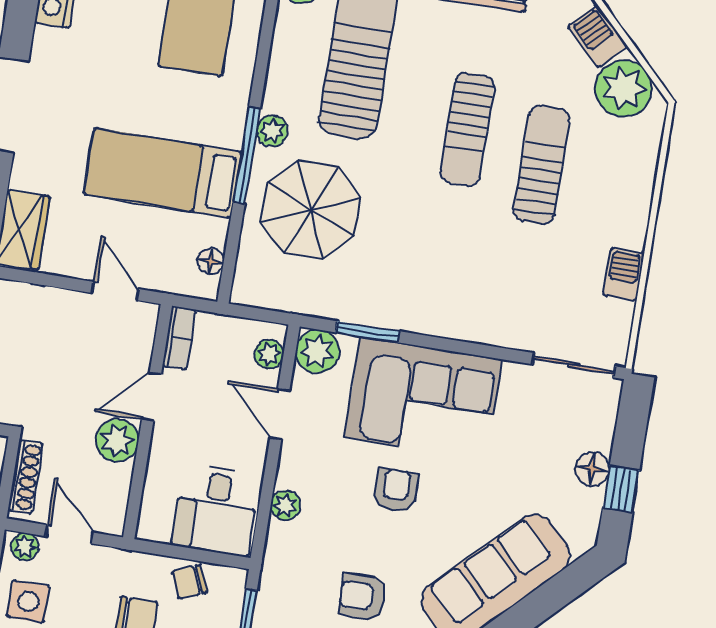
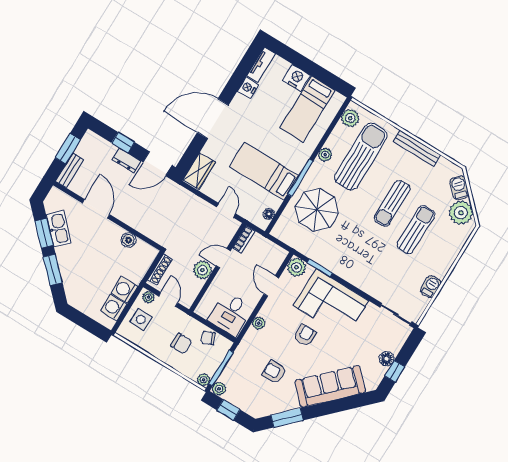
plant: (272, 131) -> (325, 155), moved
plant: (269, 354) -> (277, 260), removed

